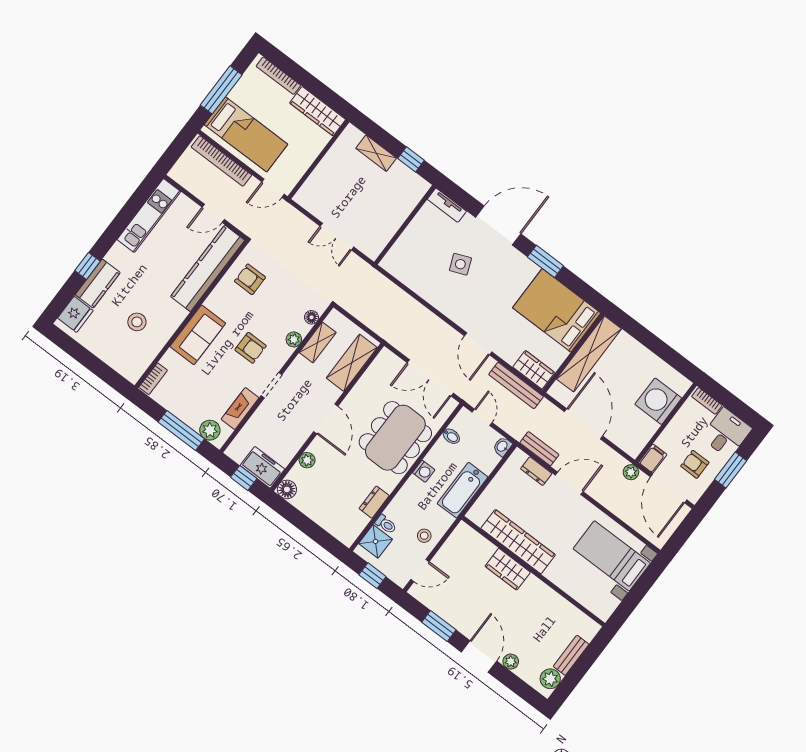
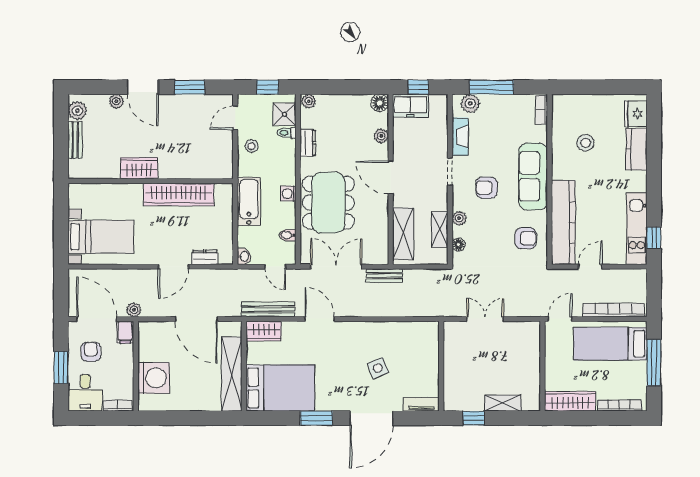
window: (88, 266) -> (654, 238), moved
sofa: (198, 335) -> (533, 176), width x1.36
bench: (539, 449) -> (384, 276), moved
armchair: (695, 464) -> (91, 352), turned -90
plant: (346, 537) -> (309, 101), added
wardrobe: (508, 569) -> (139, 168), moved

